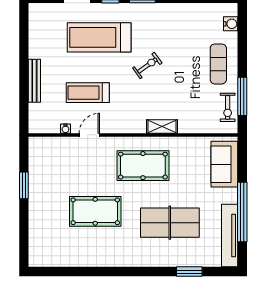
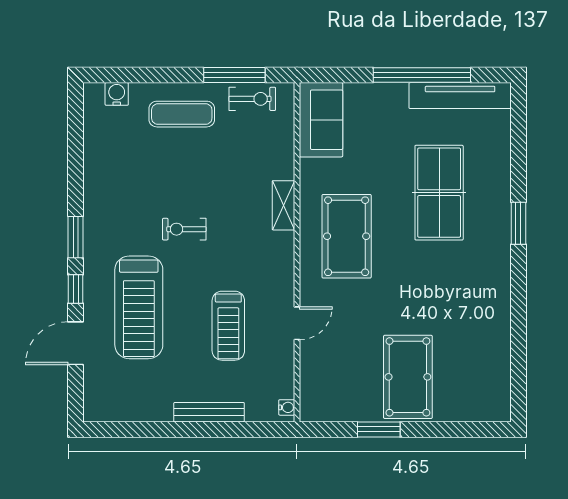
exercise bike: (147, 66) -> (184, 229), turned -54
water cooler: (65, 129) -> (287, 407), moved
door: (89, 135) -> (297, 323), swing flipped
sofa: (224, 164) -> (321, 120), moved, turned -90
pool table: (95, 211) -> (408, 377), moved
window: (189, 272) -> (518, 223), moved

